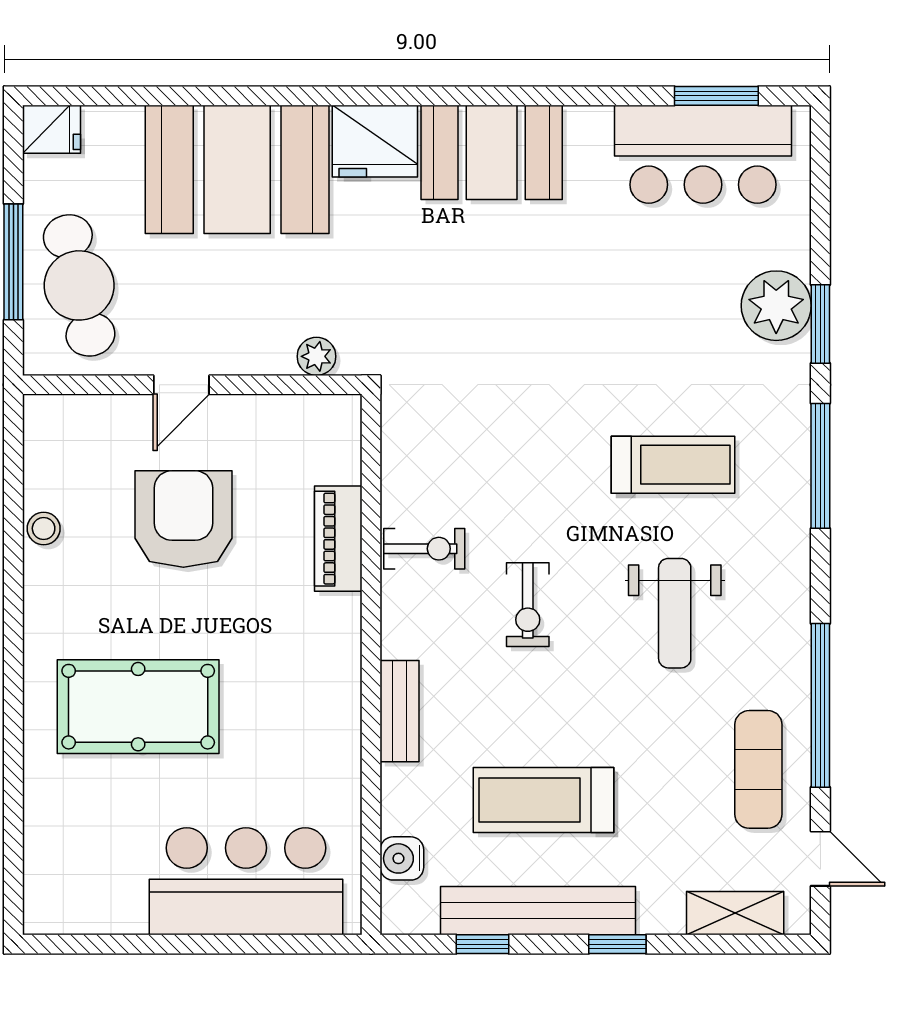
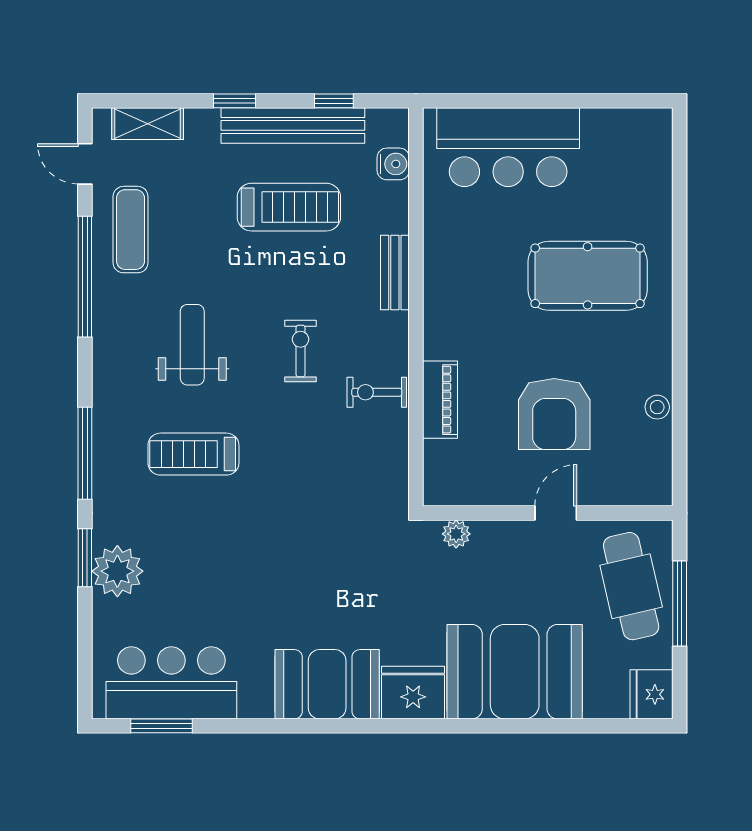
fridge: (51, 129) -> (651, 694), width x1.38

